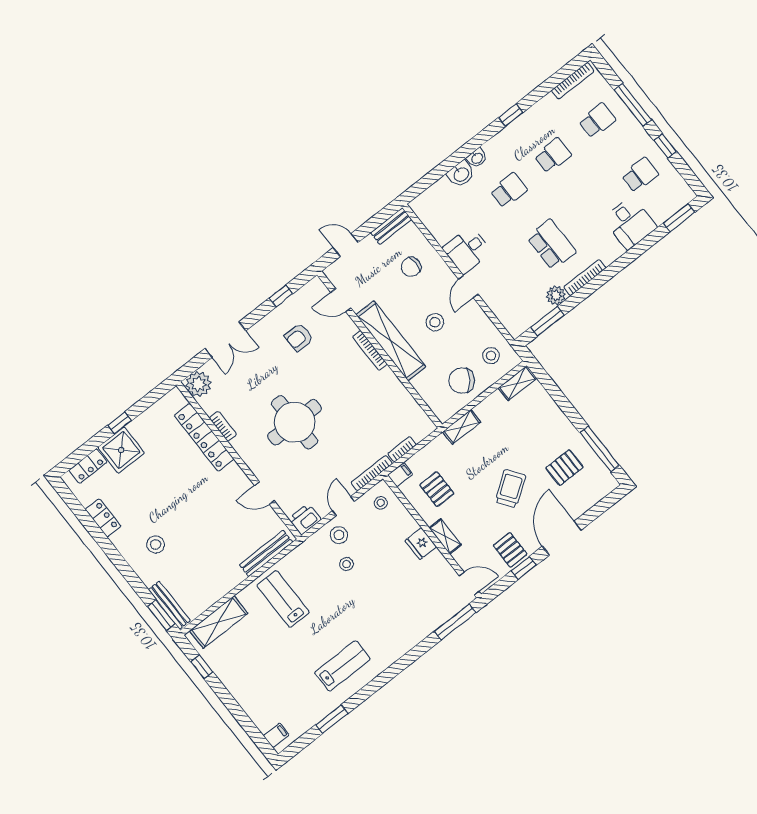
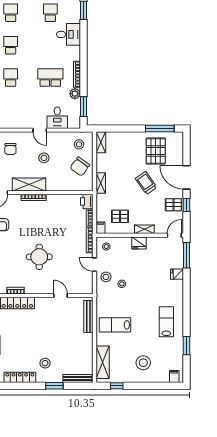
desk: (467, 250) -> (57, 118), moved
shelving: (391, 341) -> (29, 184), width x0.68
round table: (295, 422) -> (39, 257), width x0.73, depth x0.73
pallet: (565, 468) -> (156, 151), width x1.50, depth x1.42
door: (264, 493) -> (61, 296), swing flipped
locker: (103, 518) -> (20, 377), width x1.53
printer: (305, 519) -> (87, 202), moved
window: (161, 615) -> (54, 386), moved
fridge: (419, 629) -> (177, 274), added
stool: (262, 678) -> (143, 363), added

